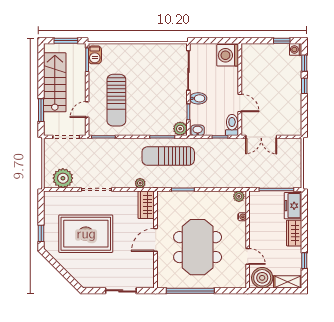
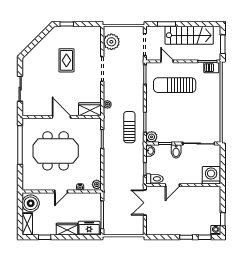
sun lounger: (168, 156) -> (129, 127), width x0.73, depth x0.75
rug: (86, 234) -> (66, 60), width x0.54, depth x0.49
door: (248, 256) -> (61, 192), moved

